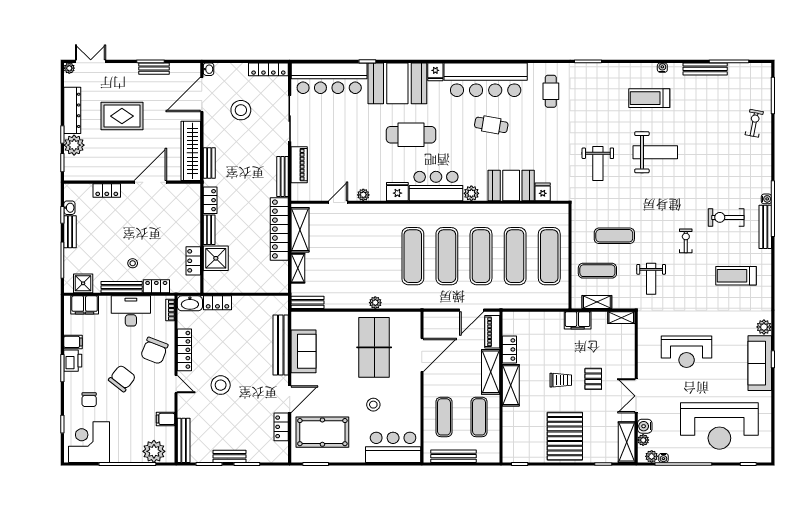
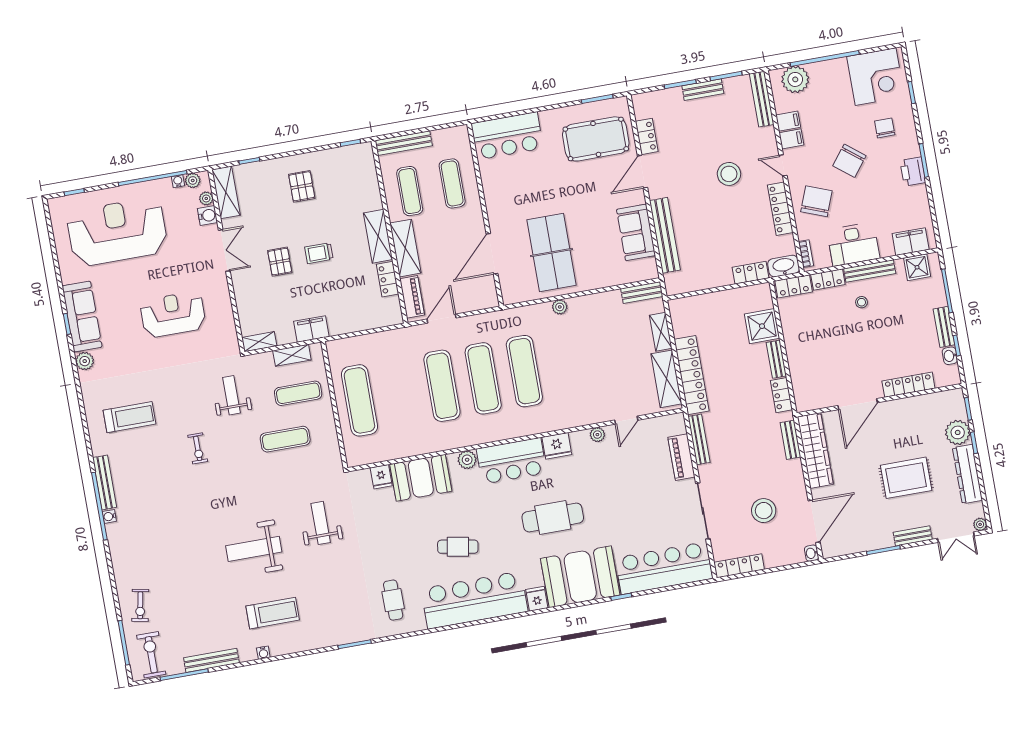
bench: (154, 69) -> (913, 536), moved
locker: (107, 190) -> (908, 385), width x1.53
exercise bike: (726, 217) -> (151, 655), moved, turned -90
exercise mat: (515, 256) -> (401, 393), removed
locker: (193, 261) -> (794, 286), moved, turned 90
filing cabinet: (73, 342) -> (791, 139), moved, turned 180
stool: (373, 405) -> (540, 183), removed
pallet: (565, 436) -> (302, 186), width x0.49, depth x0.50
bench: (454, 456) -> (404, 143), moved

